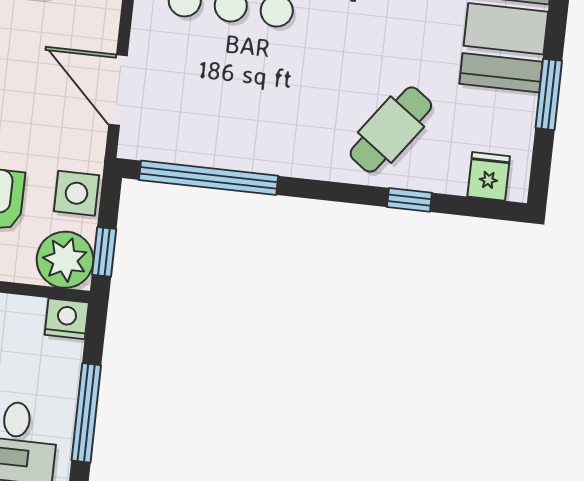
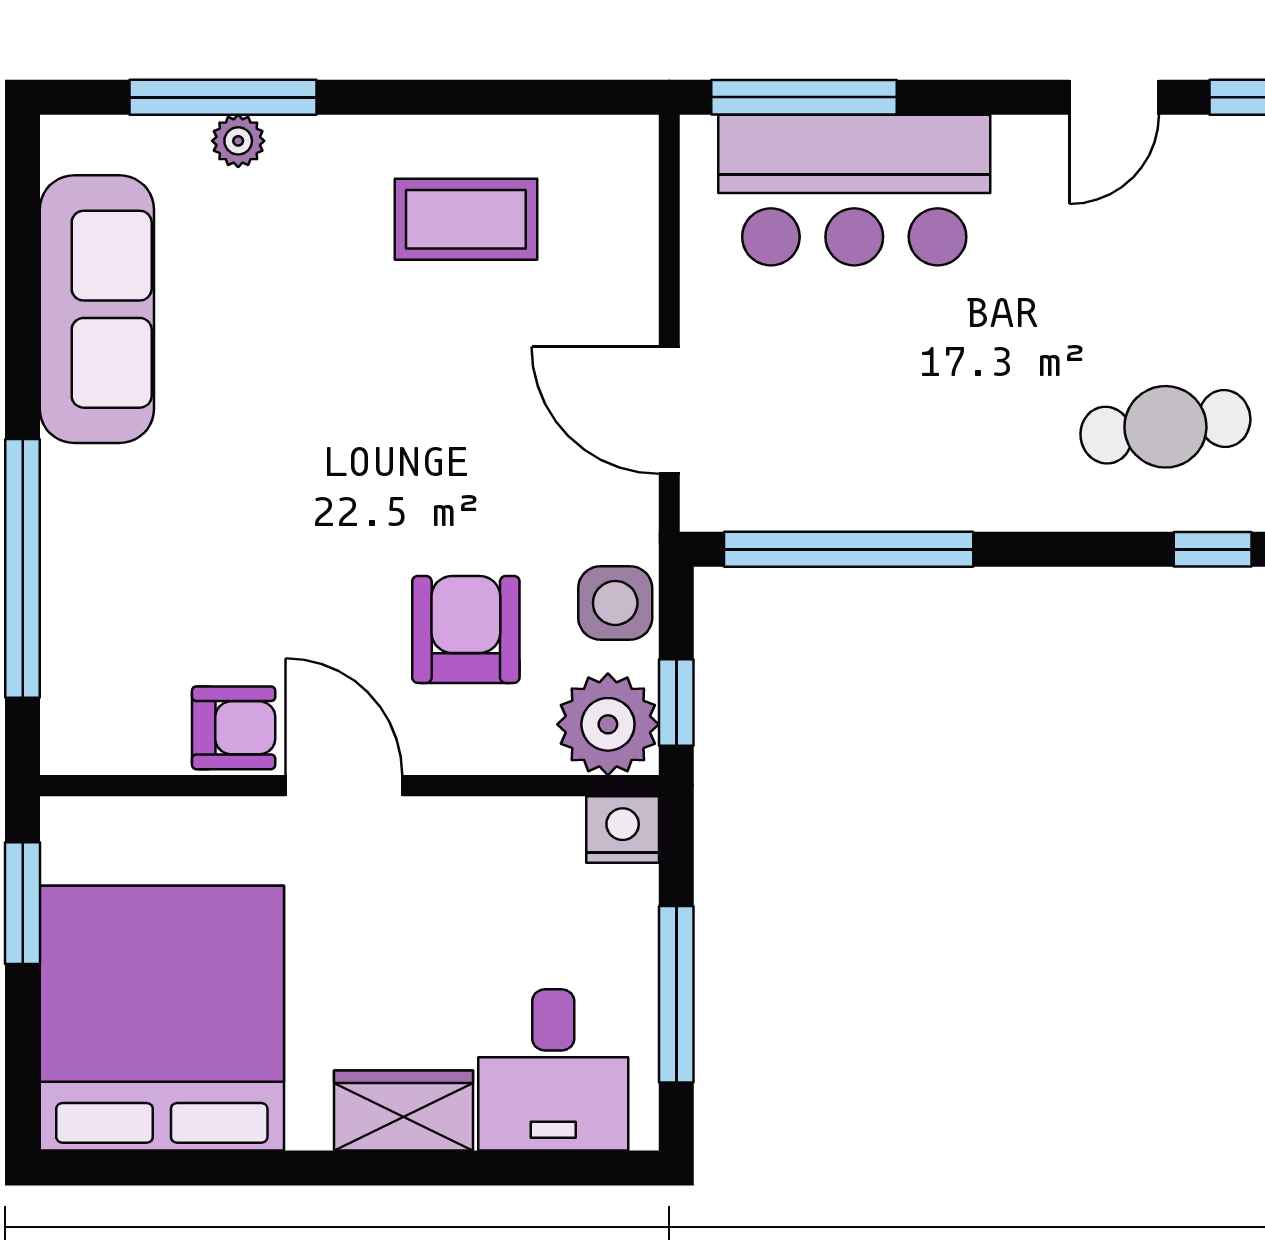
cafe table: (391, 130) -> (1165, 427), turned 46

